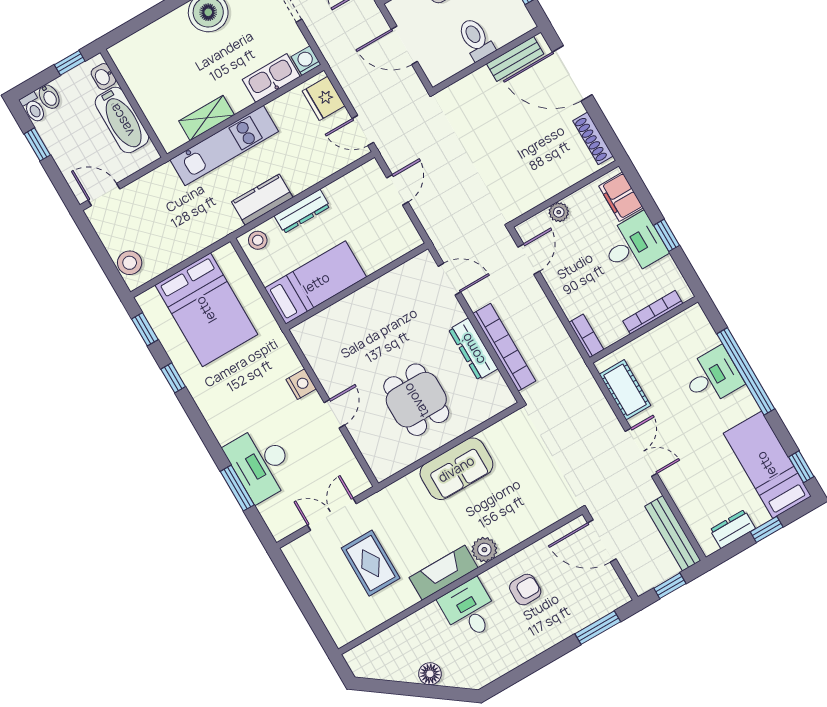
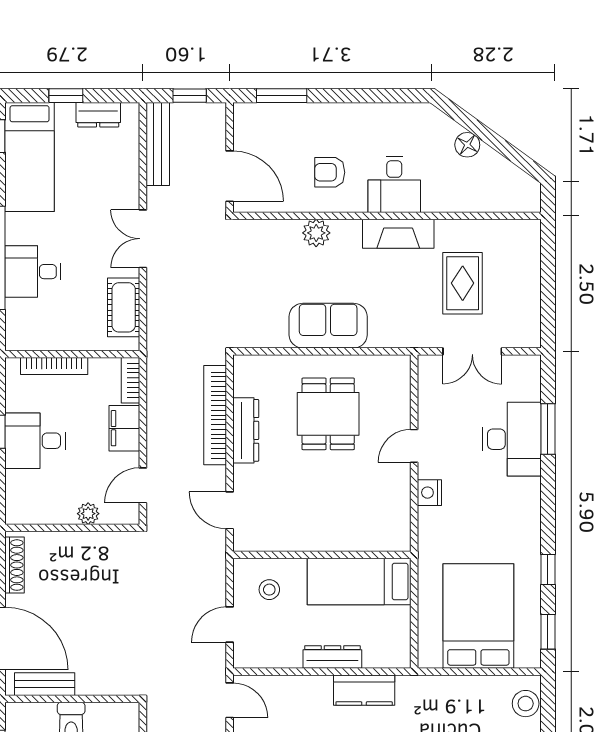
filing cabinet: (621, 197) -> (124, 428), moved, turned 180
stool: (258, 240) -> (269, 590), moved
plant: (484, 550) -> (316, 233), moved

